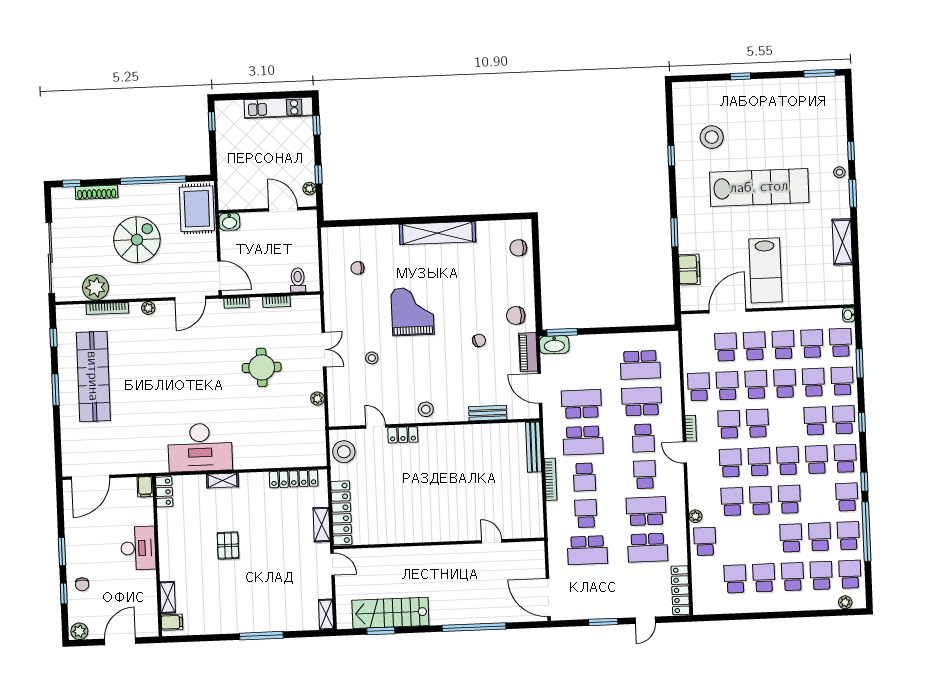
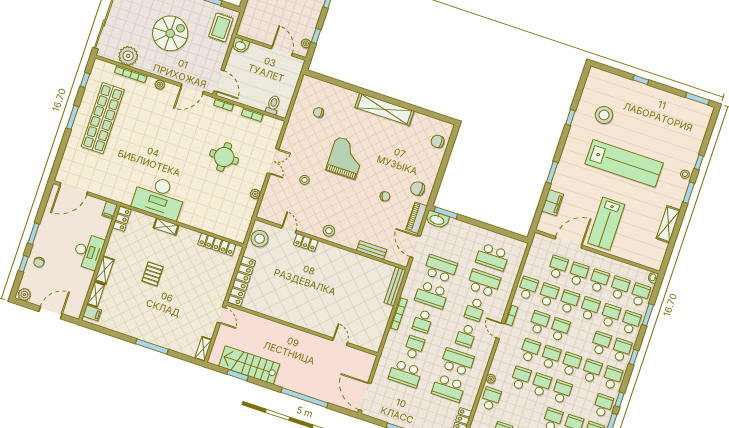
rug: (197, 209) -> (221, 27), width x0.73, depth x0.70
school desk: (645, 475) -> (466, 336), turned 180
shelving: (322, 525) -> (105, 270), moved

